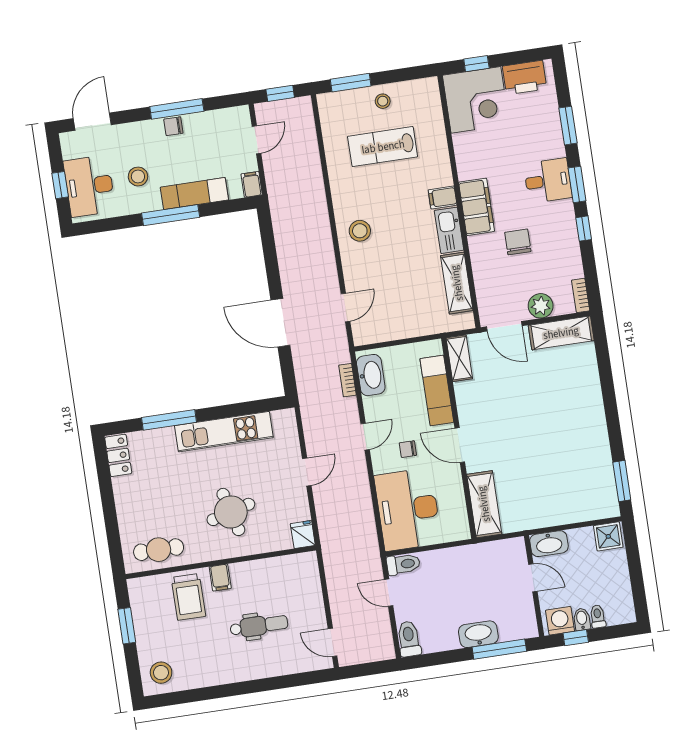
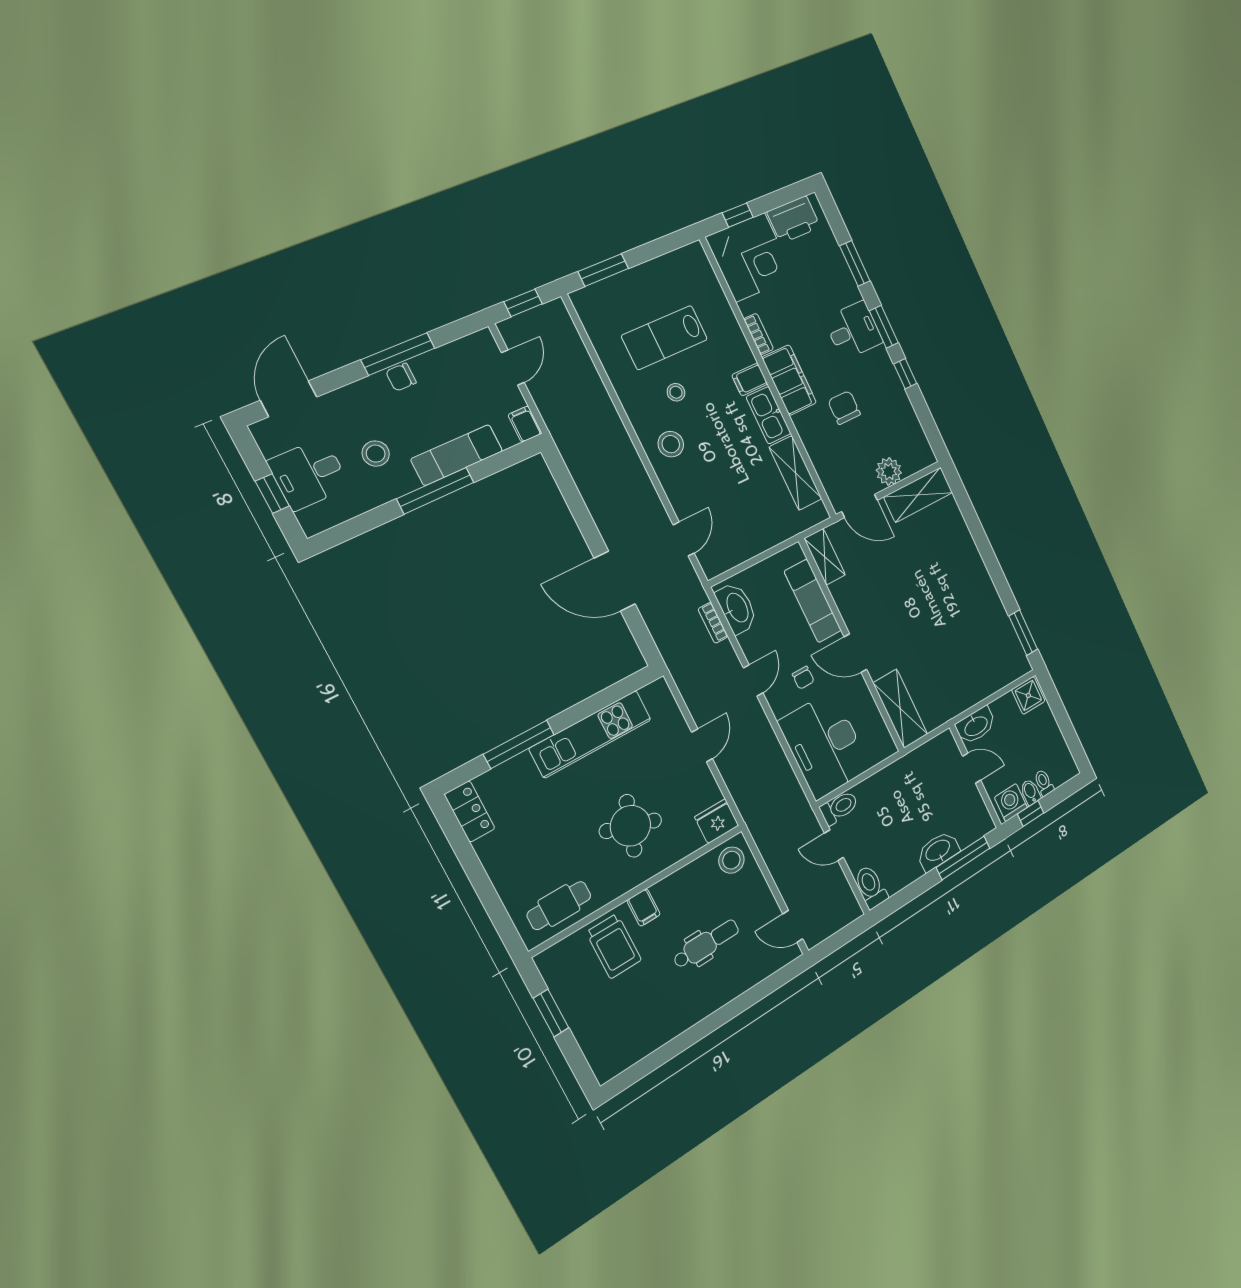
stool: (383, 101) -> (676, 392), moved
desk: (89, 186) -> (309, 474), width x0.73
bookcase: (581, 295) -> (759, 334), moved, turned 180
chair: (408, 449) -> (803, 678), turned -90
round table: (231, 512) -> (630, 826), turned 33
fridge: (303, 534) -> (717, 821), width x1.38
stool: (161, 673) -> (731, 860), moved

